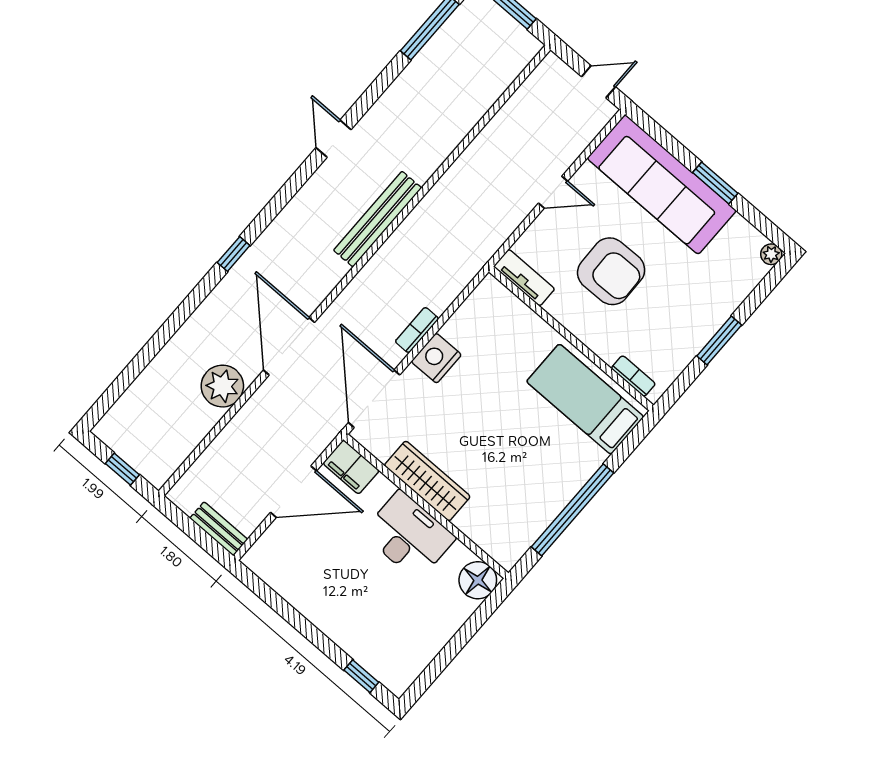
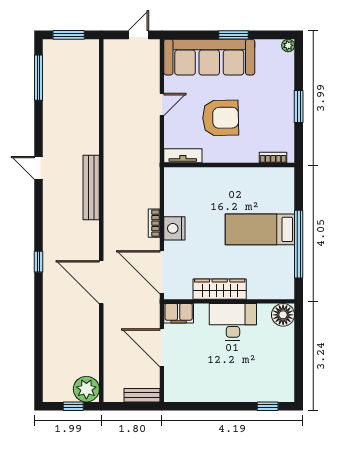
plant: (222, 386) -> (86, 389), moved
bed: (585, 399) -> (260, 229), moved
door: (294, 492) -> (162, 348), swing flipped

